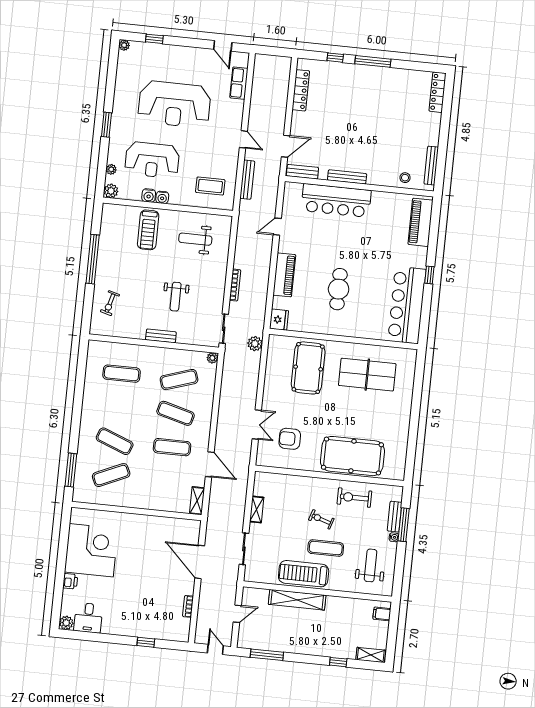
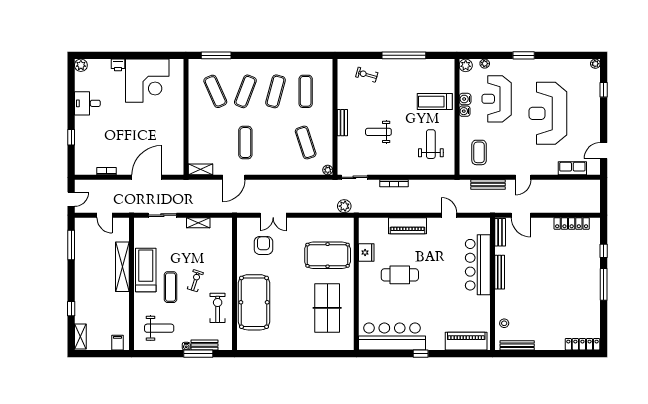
fridge: (279, 320) -> (366, 253), moved, turned -90
exercise mat: (176, 413) -> (275, 91), moved
desk: (88, 618) -> (87, 103), moved

